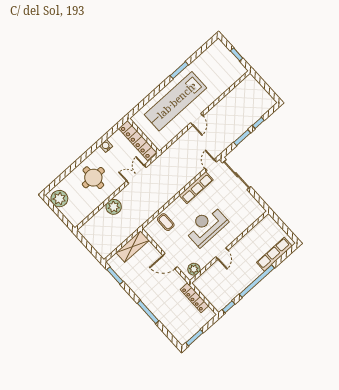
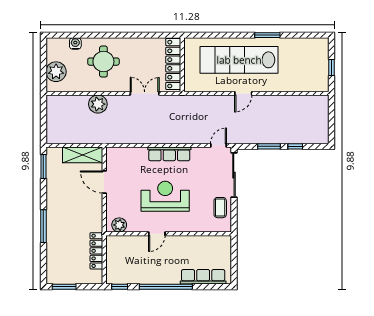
water cooler: (106, 146) -> (75, 43), moved
row of seats: (196, 188) -> (169, 154), moved
plant: (59, 199) -> (56, 72), moved
coffee table: (166, 222) -> (220, 208), moved
door: (170, 261) -> (104, 182), moved

